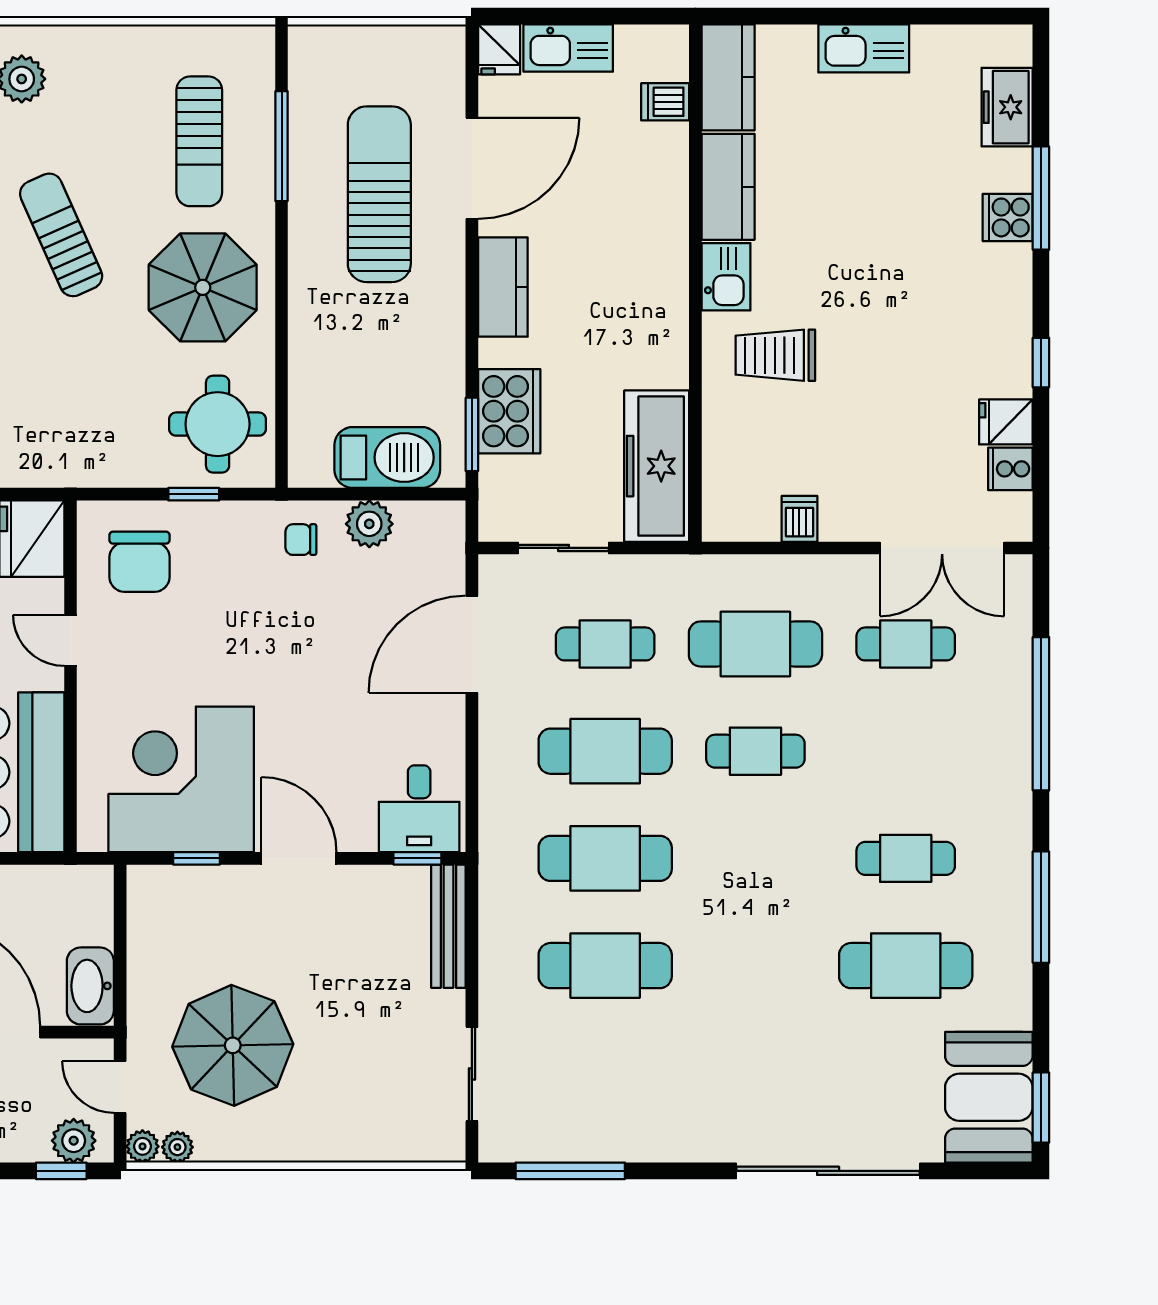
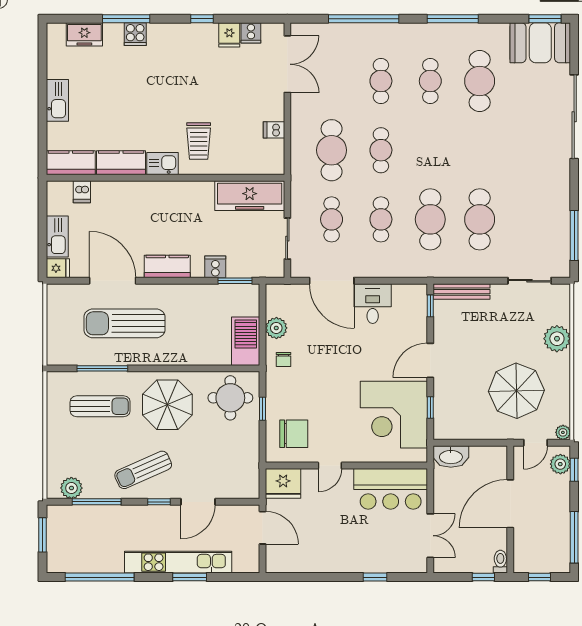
cooker: (509, 411) -> (215, 267), width x0.53, depth x0.76
barbecue: (387, 457) -> (246, 341), moved
cafe table: (906, 644) -> (381, 81), moved
cafe table: (605, 751) -> (381, 219), width x0.73, depth x0.74
desk: (419, 809) -> (373, 304), moved, turned -90
washbasin: (90, 986) -> (451, 456), moved
plant: (177, 1147) -> (557, 339), moved, width x1.87, depth x1.87

